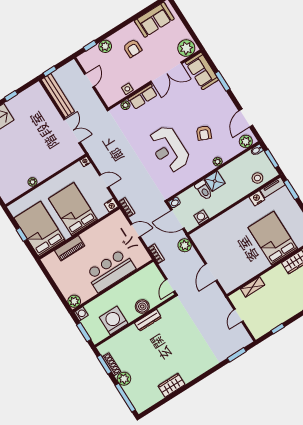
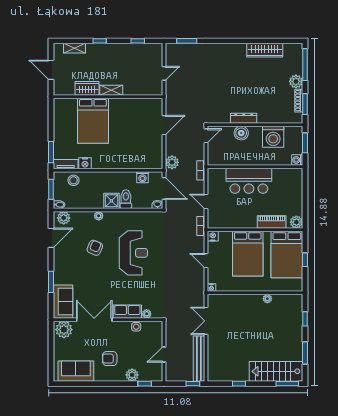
armchair: (133, 48) -> (110, 359), turned -90
shelving: (253, 287) -> (111, 90), moved
plant: (74, 301) -> (296, 222), moved
wardrobe: (172, 385) -> (265, 50), width x1.50

